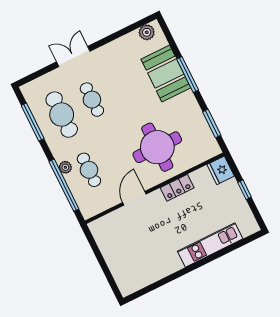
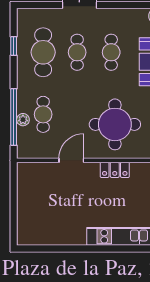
cafe table: (122, 85) -> (111, 52), added
window: (33, 122) -> (14, 46), width x0.46
plant: (65, 167) -> (23, 120), moved

